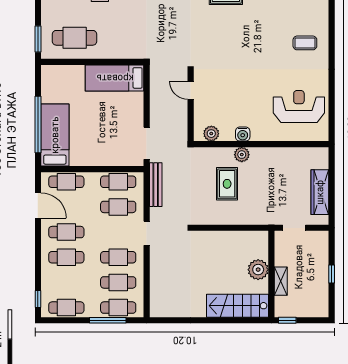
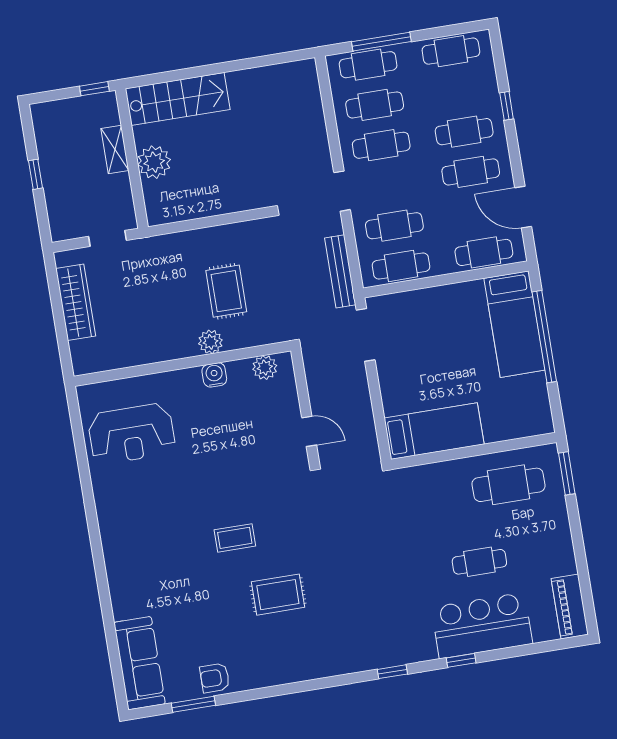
coffee table: (305, 43) -> (235, 538), moved
window: (38, 299) -> (507, 106), moved

